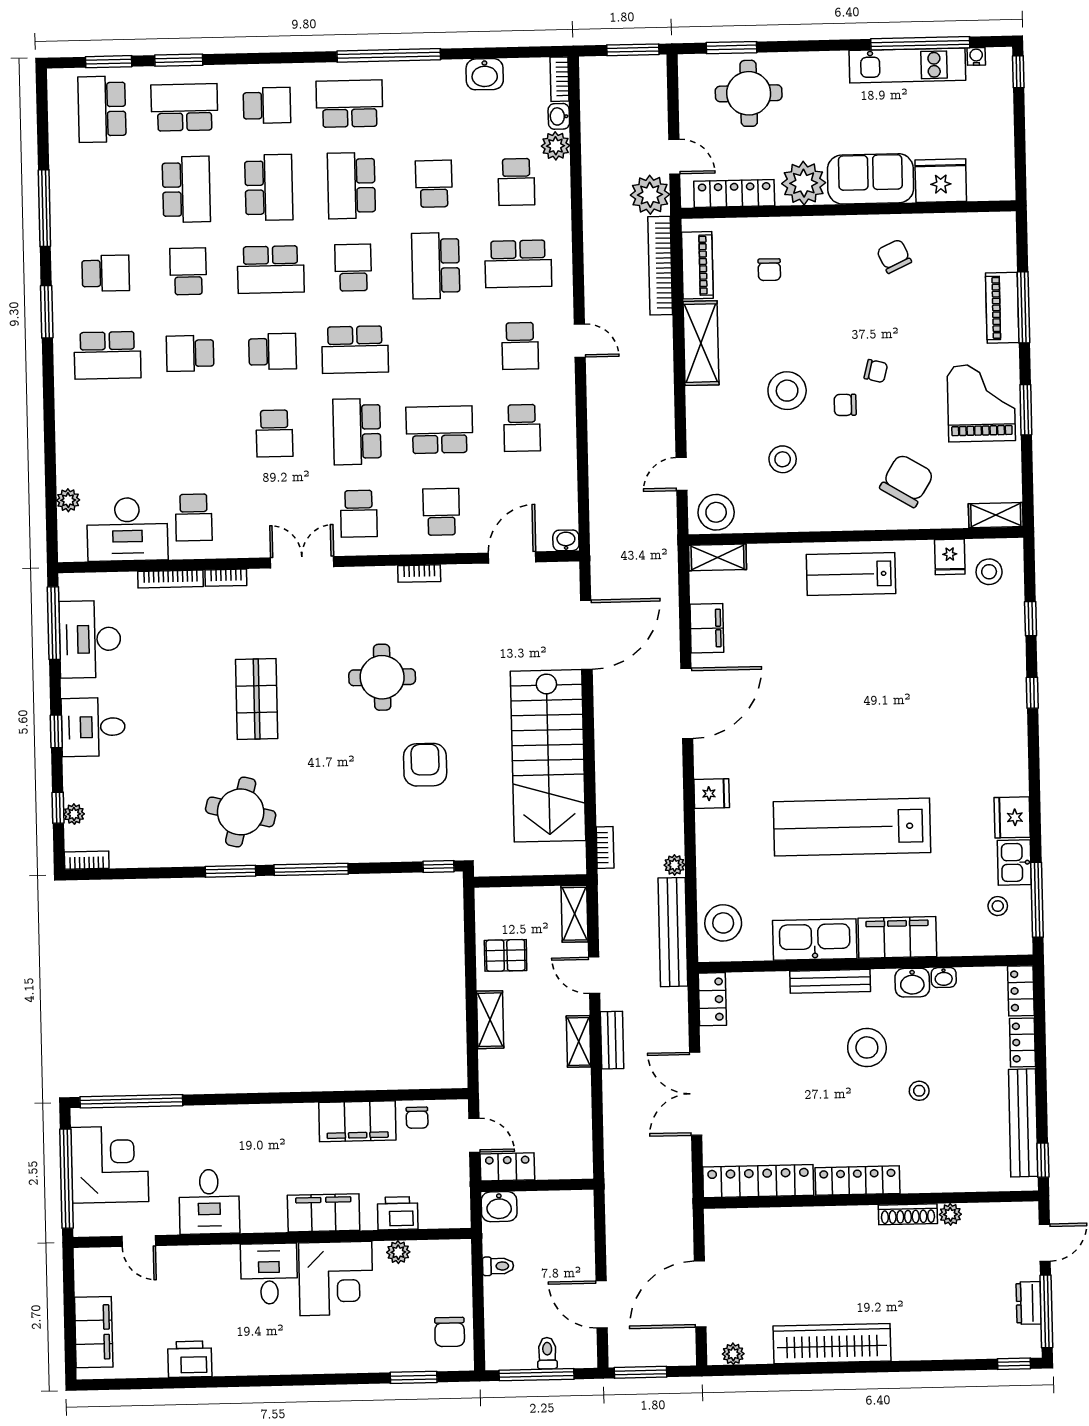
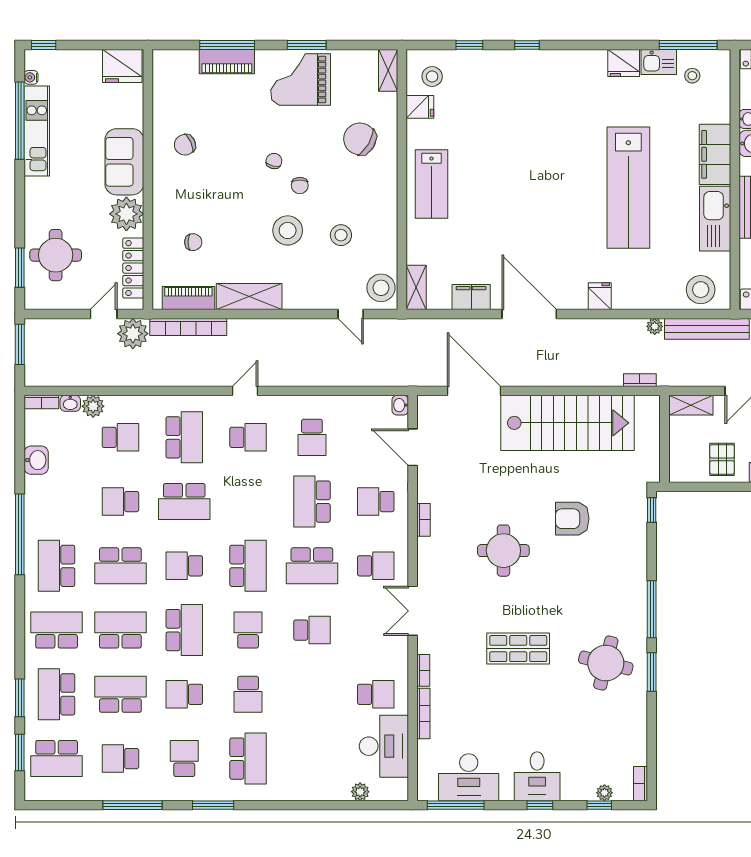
school desk: (267, 105) -> (57, 630), width x1.85
fridge: (941, 181) -> (122, 66), moved, turned -90
school desk: (104, 191) -> (120, 759), added
school desk: (522, 428) -> (312, 437), turned 90

